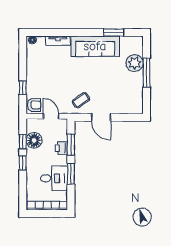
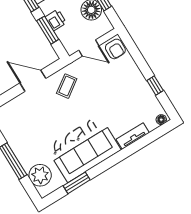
plant: (135, 63) -> (40, 175), moved
window: (23, 88) -> (155, 85), moved
armchair: (34, 105) -> (115, 49), turned -90

